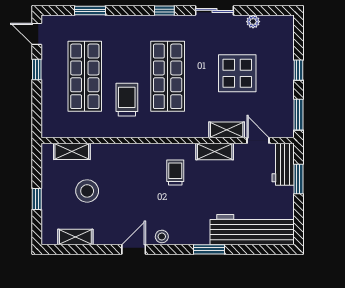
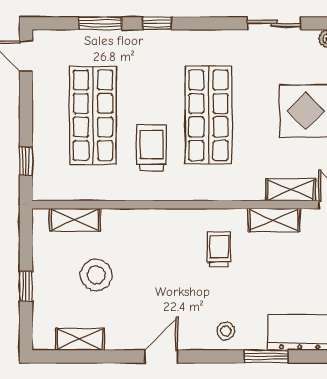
window: (164, 10) -> (157, 23), moved
window: (37, 69) -> (26, 161), moved
stool: (162, 237) -> (226, 331), moved

